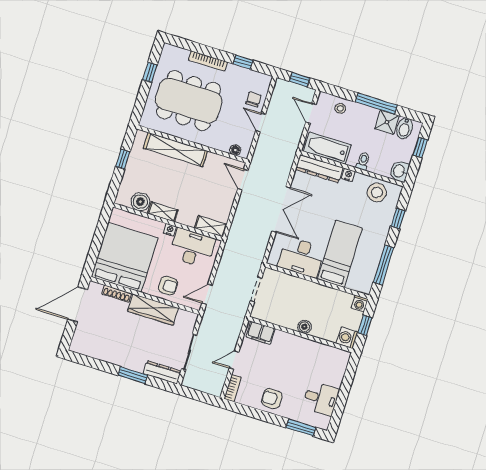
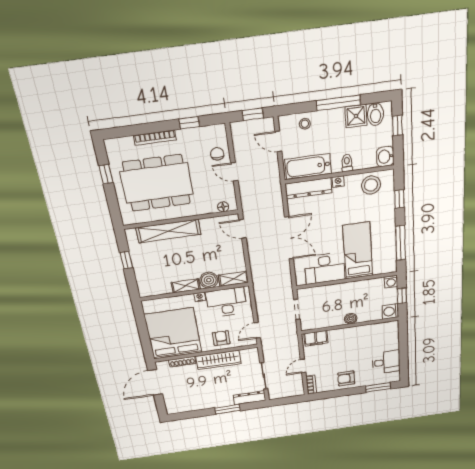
boiler: (140, 202) -> (209, 280), moved
armchair: (168, 286) -> (221, 338), turned -90

